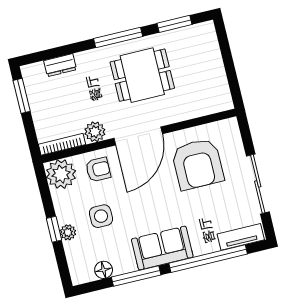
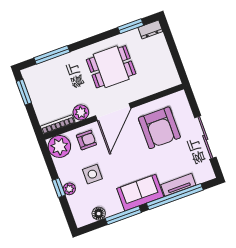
window: (118, 37) -> (52, 55), moved
dresser: (60, 65) -> (150, 30), moved
tv unit: (241, 237) -> (178, 185), moved

